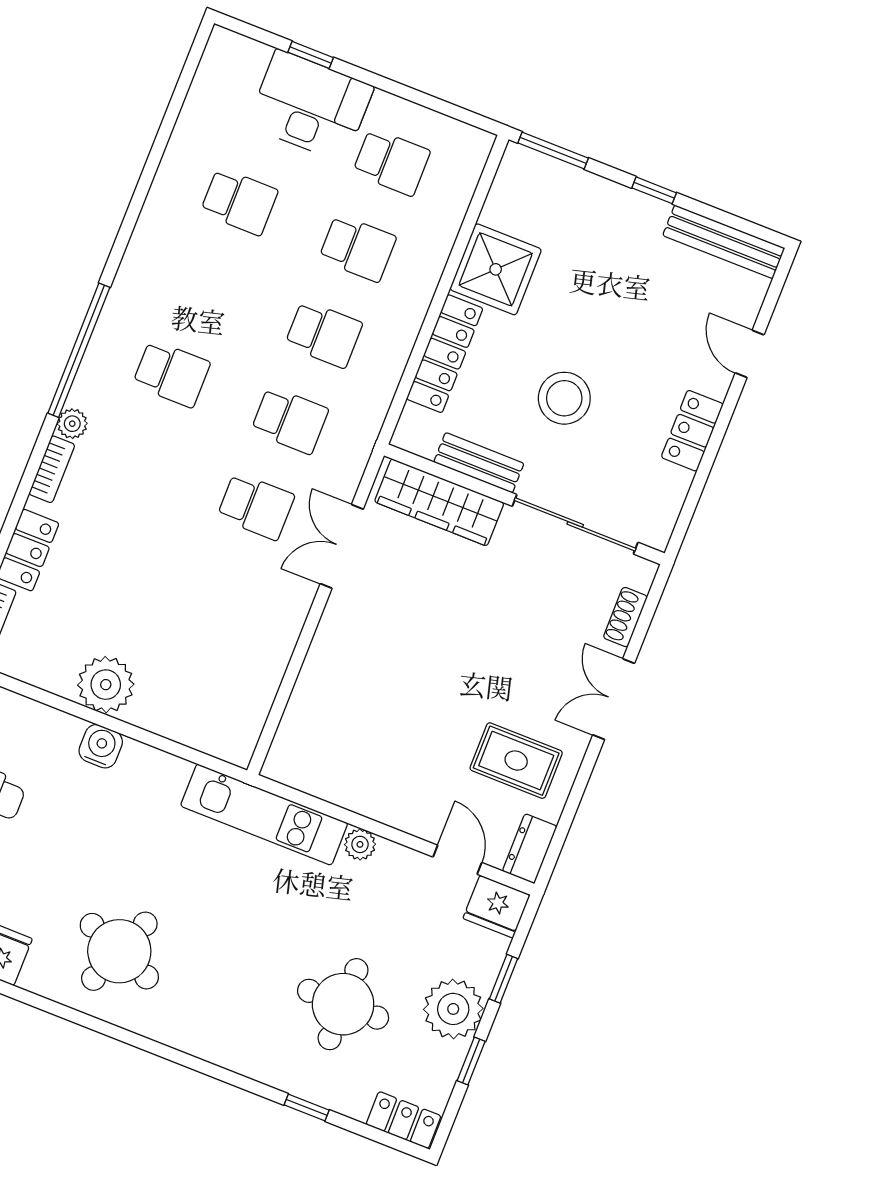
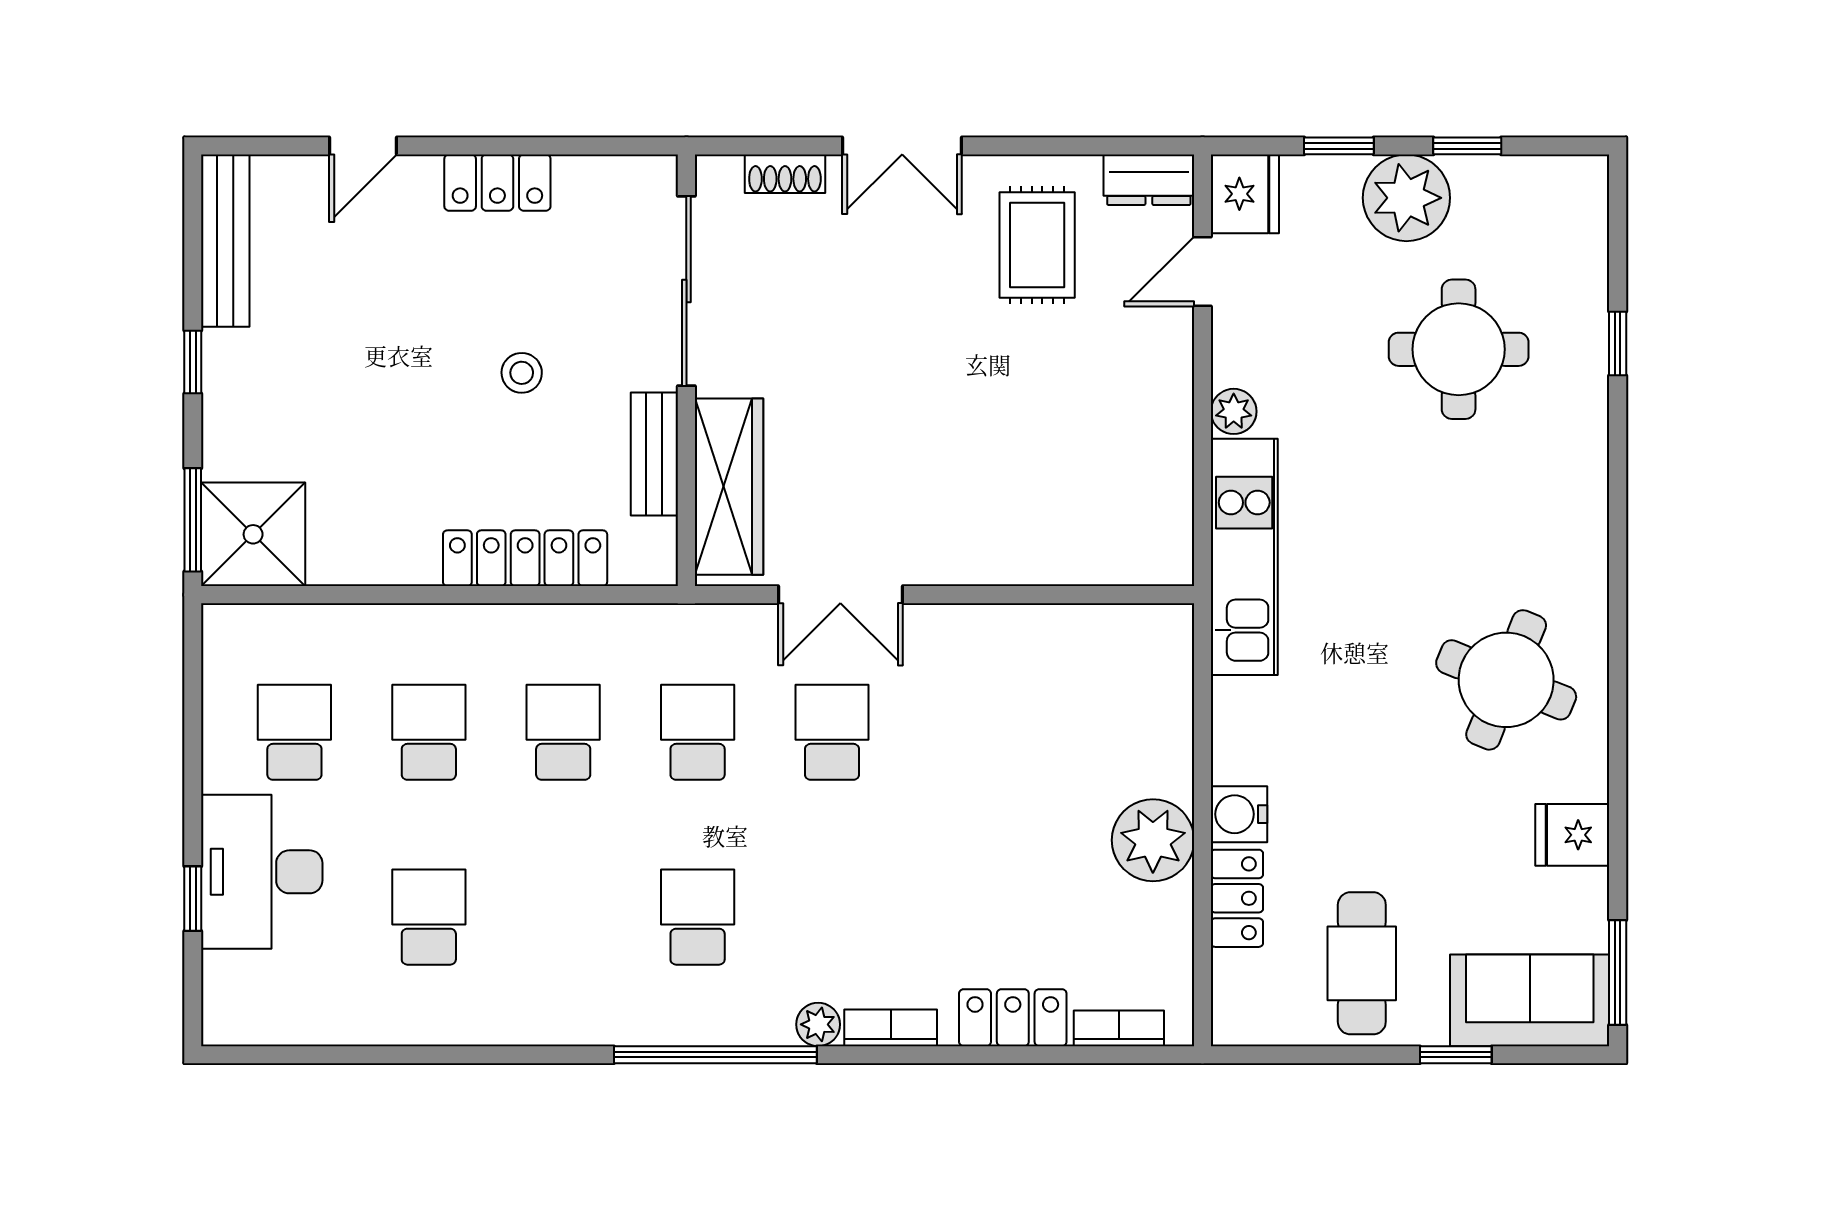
shower: (496, 269) -> (253, 534), moved
stool: (564, 398) -> (522, 373), width x0.53, depth x0.53
locker: (403, 1120) -> (1237, 898), moved, turned 180

